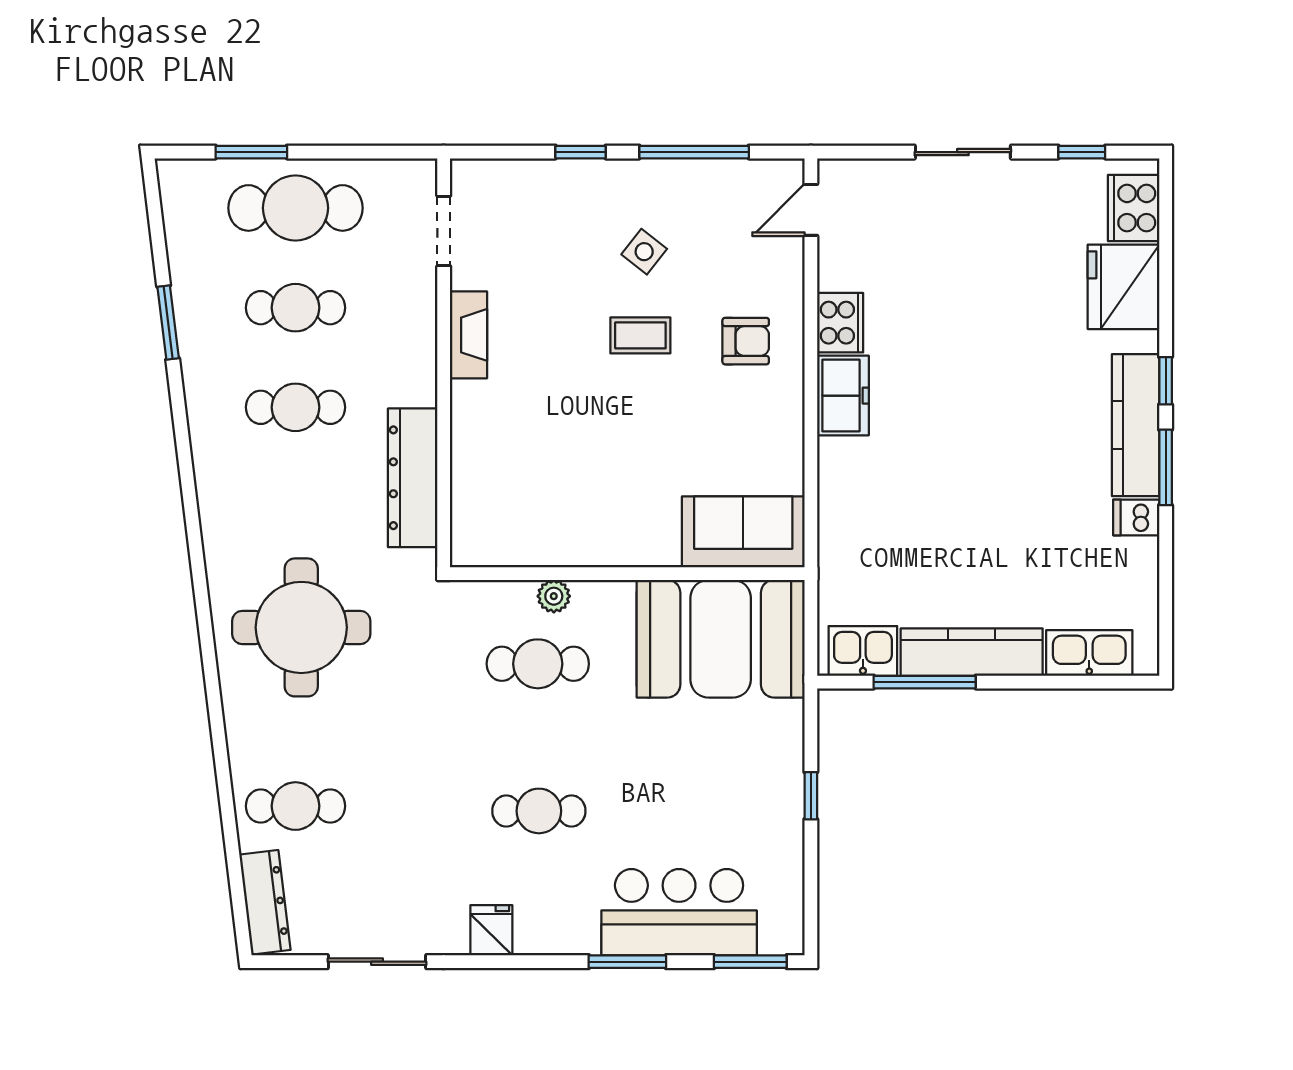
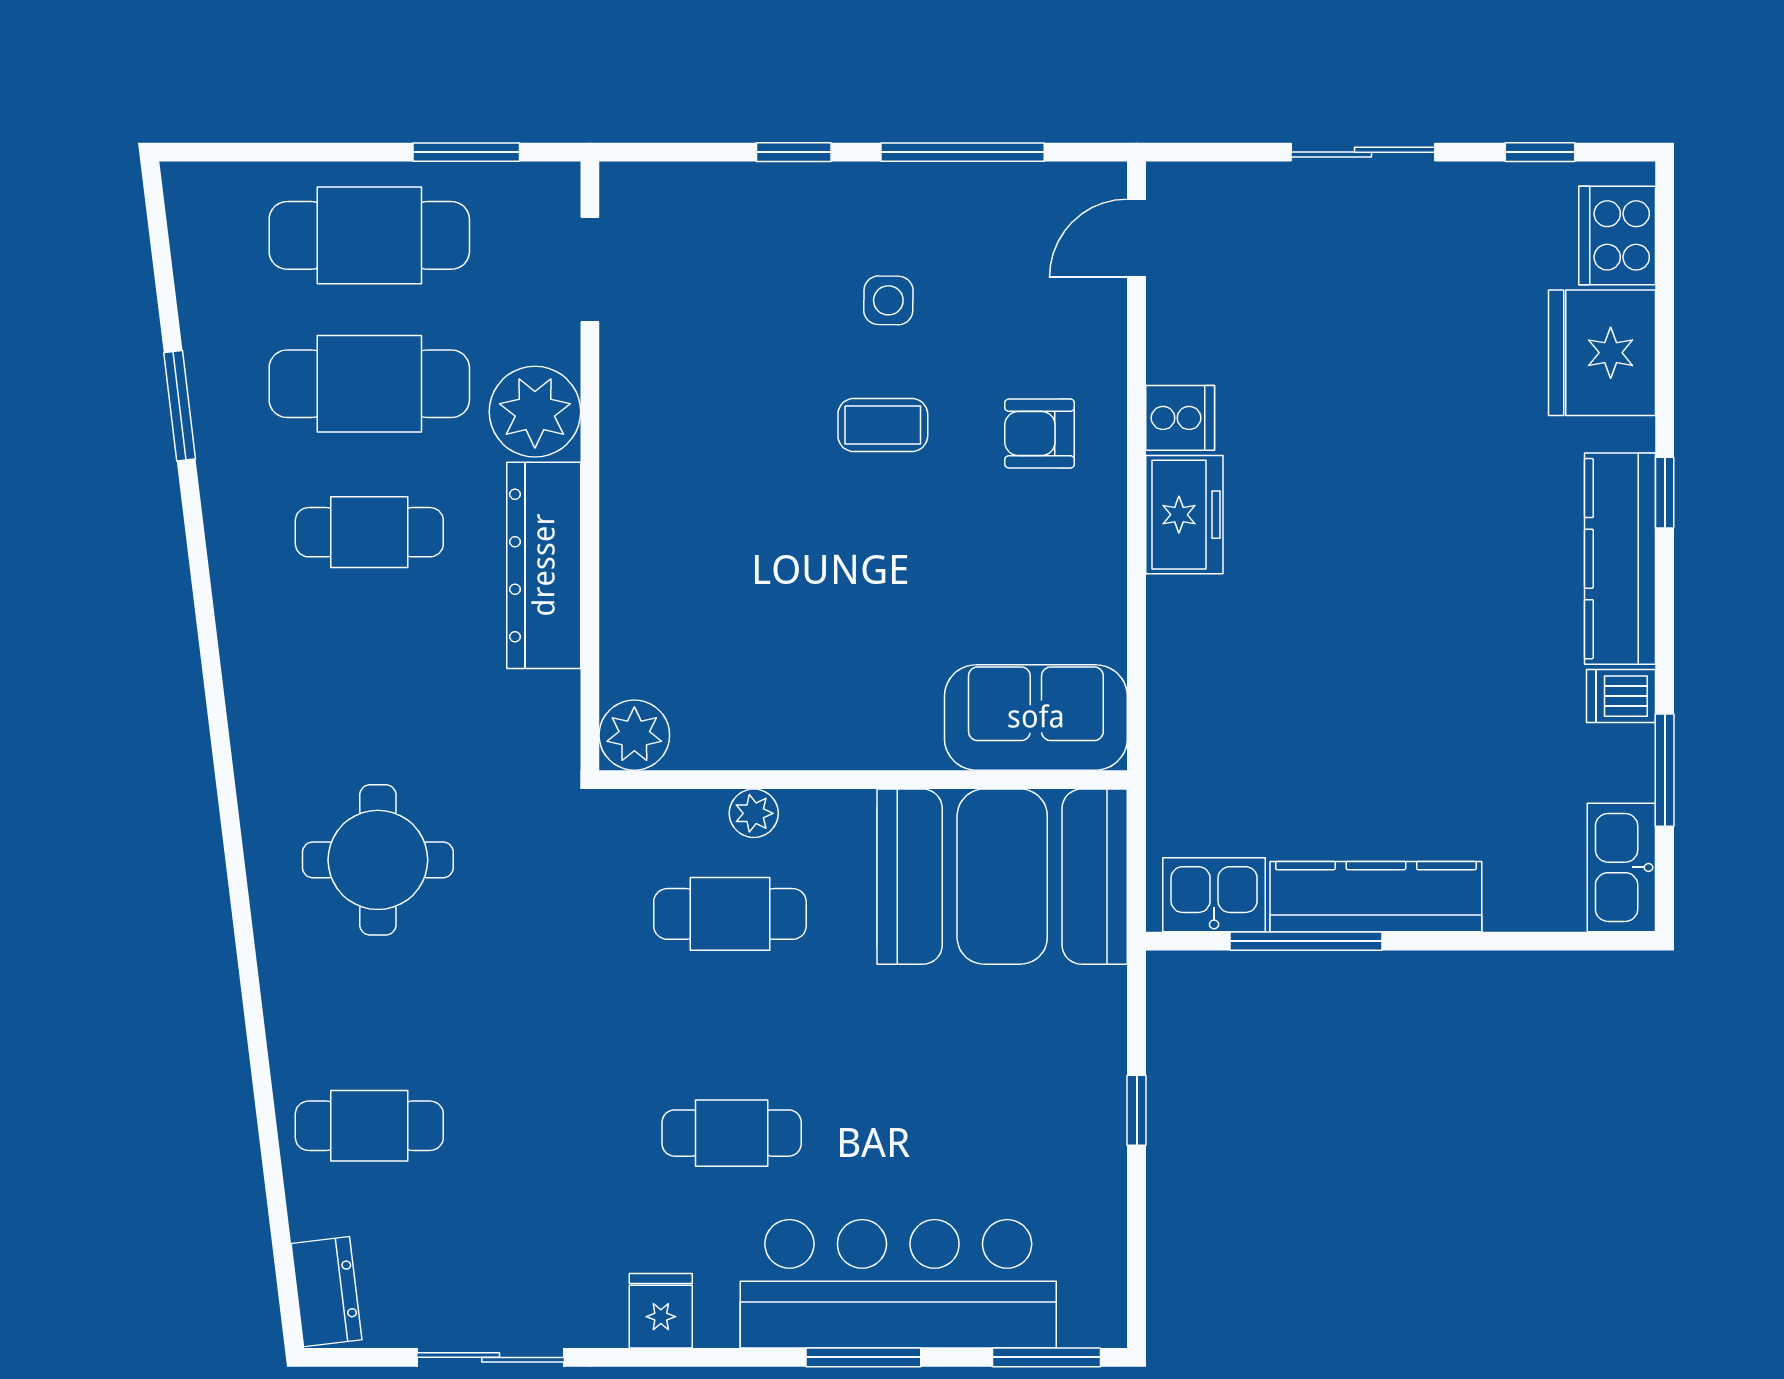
window: (251, 152) -> (466, 152), moved
side table: (644, 252) -> (888, 300), turned -37
cafe table: (295, 308) -> (369, 384), width x1.37, depth x1.35
cooker: (840, 323) -> (1180, 418), width x0.73
plant: (407, 326) -> (535, 412), added
fireplace: (468, 335) -> (627, 424), removed
armchair: (746, 341) -> (1040, 434), turned 180
window: (1166, 467) -> (1665, 770), moved
dresser: (413, 478) -> (544, 565), moved
plant: (474, 544) -> (634, 735), added
round table: (301, 627) -> (378, 860), width x0.73, depth x0.73
kitchen sink: (1089, 653) -> (1621, 867), moved, turned -90
dresser: (265, 902) -> (326, 1292), width x0.70
bar counter: (679, 912) -> (898, 1284), width x1.36

